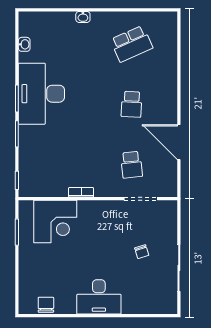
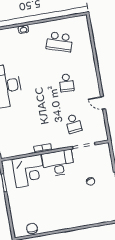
school desk: (132, 44) -> (59, 42), turned 42
door: (179, 142) -> (103, 103), width x0.53
desk: (99, 297) -> (58, 163), moved, turned 180

